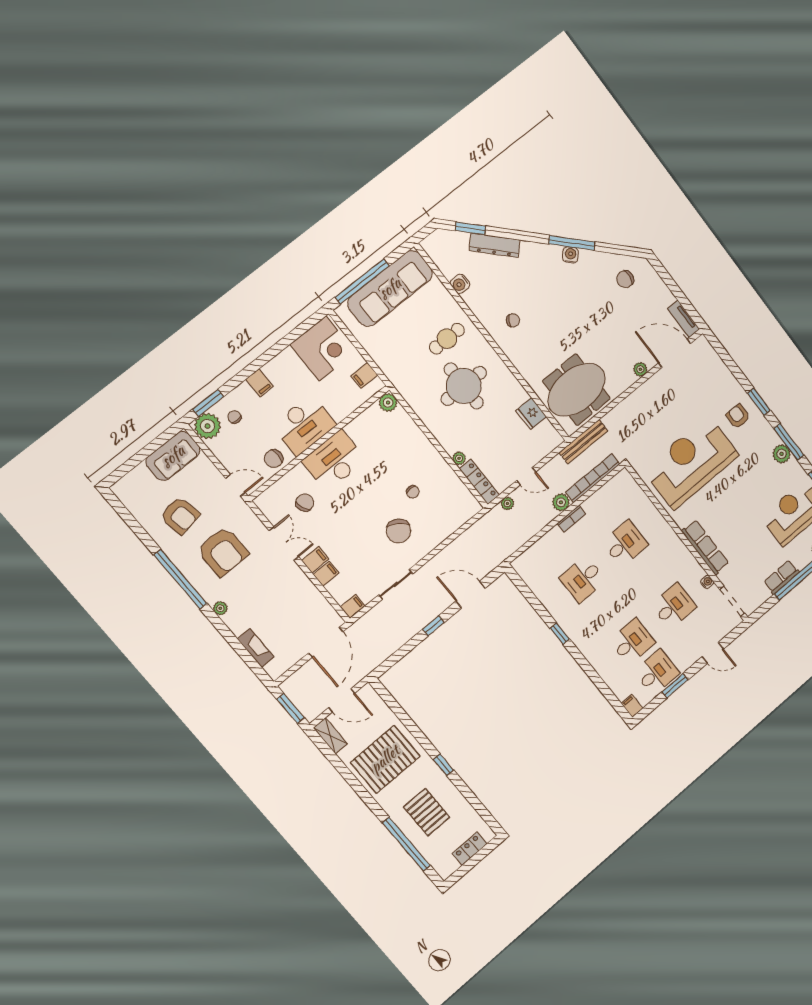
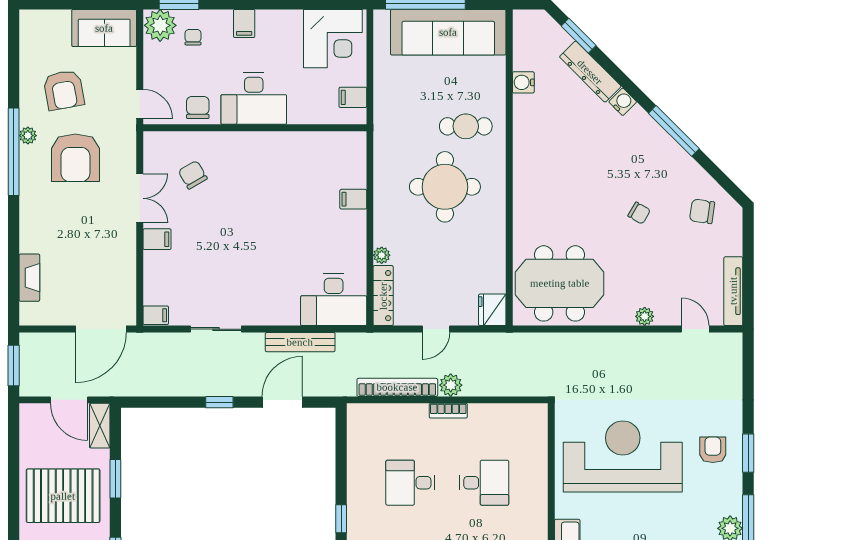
water cooler: (570, 255) -> (623, 102), moved
tv unit: (684, 319) -> (733, 291), width x1.41
chair: (513, 320) -> (639, 213), moved
door: (675, 353) -> (695, 329), width x0.53
plant: (388, 402) -> (355, 143), removed
fridge: (531, 414) -> (492, 310), moved
bench: (583, 442) -> (300, 342), moved
chair: (274, 459) -> (198, 108), turned 90
desk: (334, 461) -> (334, 300), moved, turned 180
door: (526, 476) -> (436, 329), hinge flipped
bookcase: (593, 478) -> (397, 387), moved
chair: (413, 492) -> (308, 251), removed
chair: (305, 503) -> (193, 175), turned -97
plant: (507, 503) -> (394, 341), removed
chair: (399, 531) -> (262, 278), removed
filing cabinet: (326, 574) -> (353, 199), moved, turned 180
door: (471, 595) -> (282, 402), hinge flipped
plant: (220, 608) -> (28, 136), moved
window: (408, 723) -> (115, 479), added
shelving: (330, 736) -> (100, 426), moved

